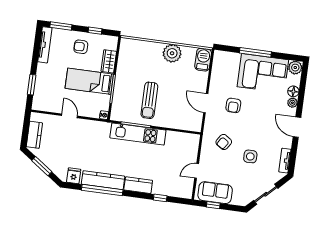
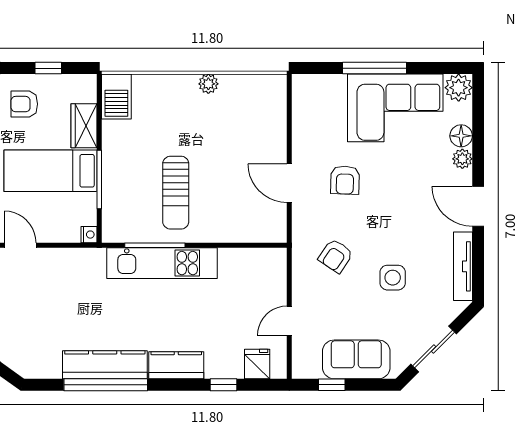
plant: (172, 53) -> (208, 84), width x0.53, depth x0.53
barbecue: (203, 60) -> (116, 97), moved, turned 180
tv unit: (285, 161) -> (463, 266), width x1.41
fridge: (74, 176) -> (257, 364), moved
sofa: (215, 193) -> (356, 359), moved

